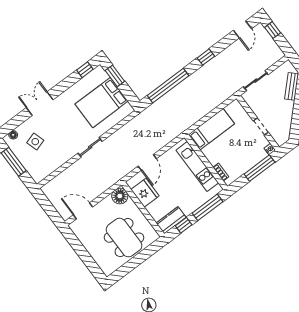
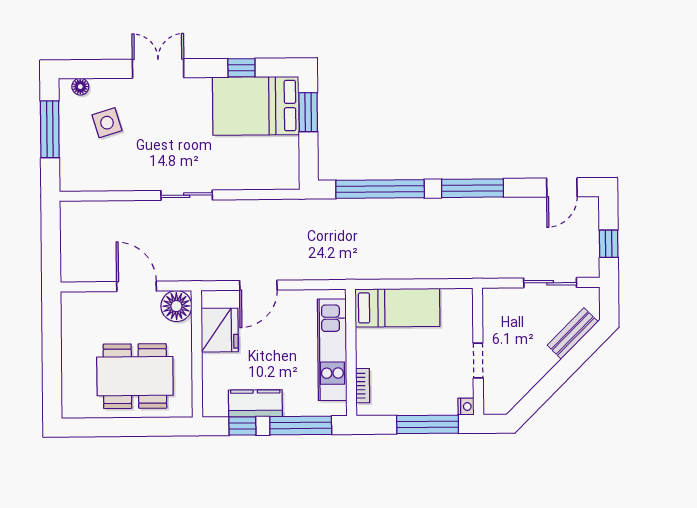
window: (273, 30) -> (609, 244), moved
window: (206, 57) -> (473, 188), width x2.17
window: (85, 70) -> (241, 68), moved
sliding door: (256, 81) -> (550, 283), moved
bed: (102, 103) -> (256, 106), moved
door: (83, 211) -> (136, 286), moved
kitchen counter: (171, 220) -> (255, 403), moved
dining table: (124, 238) -> (135, 376), turned 90

